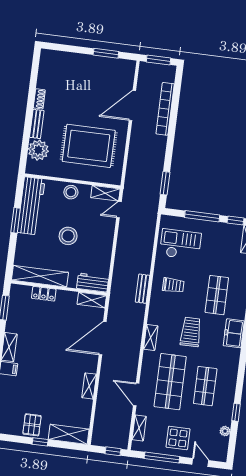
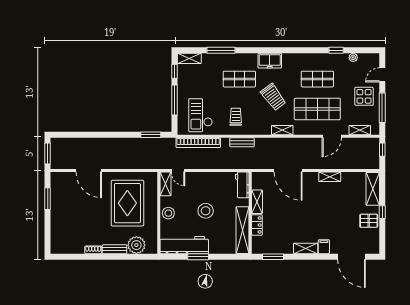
bookcase: (165, 109) -> (198, 143), moved
shelving: (92, 300) -> (257, 202), moved
trolley: (191, 332) -> (273, 97), turned -127

